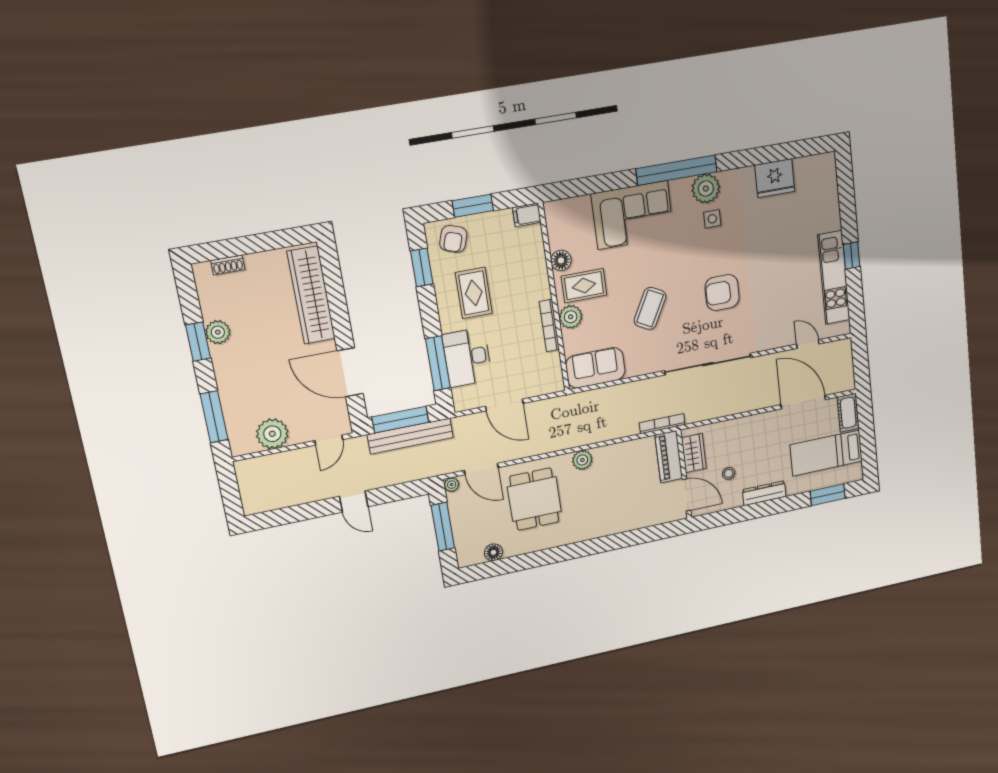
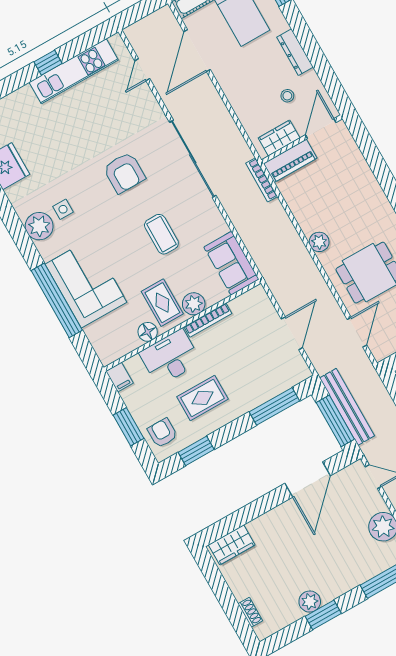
window: (677, 170) -> (57, 300), moved
armchair: (453, 239) -> (162, 433), turned -108
wardrobe: (311, 295) -> (232, 545), width x0.48, depth x0.85
coffee table: (650, 308) -> (161, 234), turned 62
desk: (467, 357) -> (170, 357), moved, turned 180
plant: (452, 485) -> (380, 354), removed

